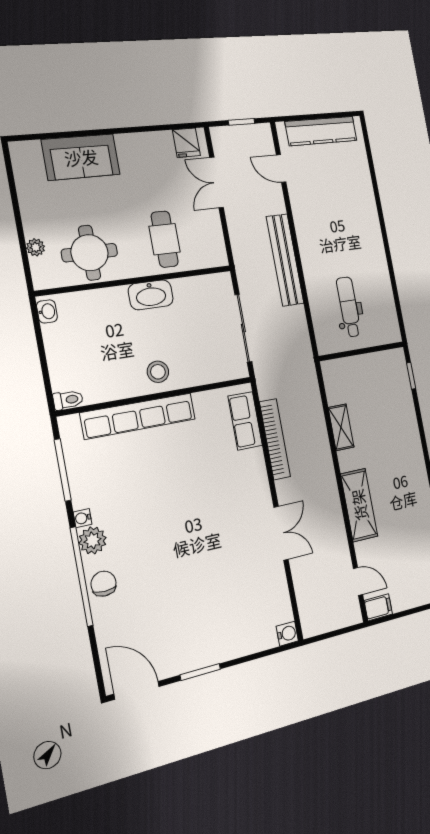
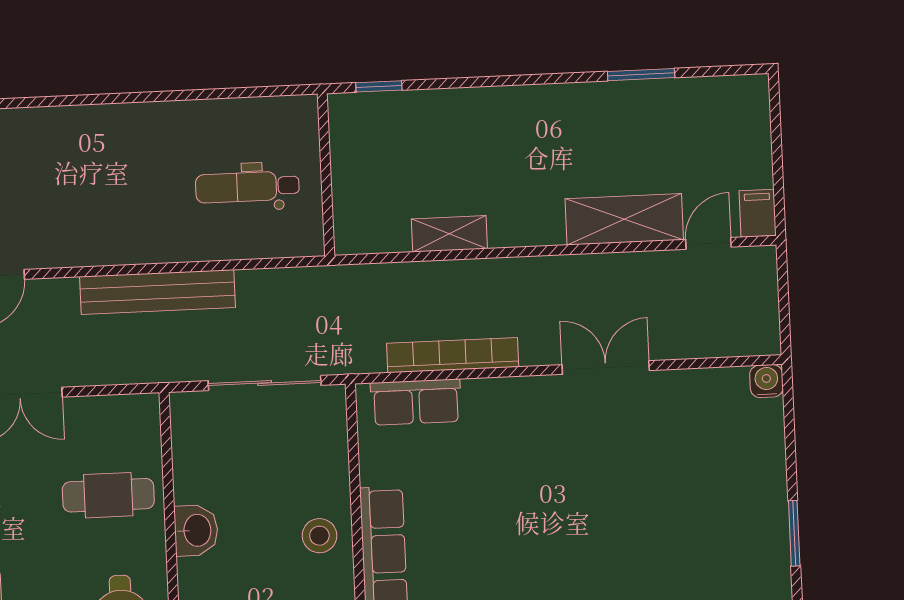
washbasin: (151, 295) -> (196, 530), width x0.72
shelving: (359, 505) -> (624, 219), moved

